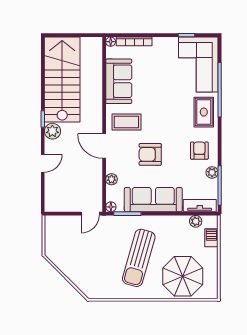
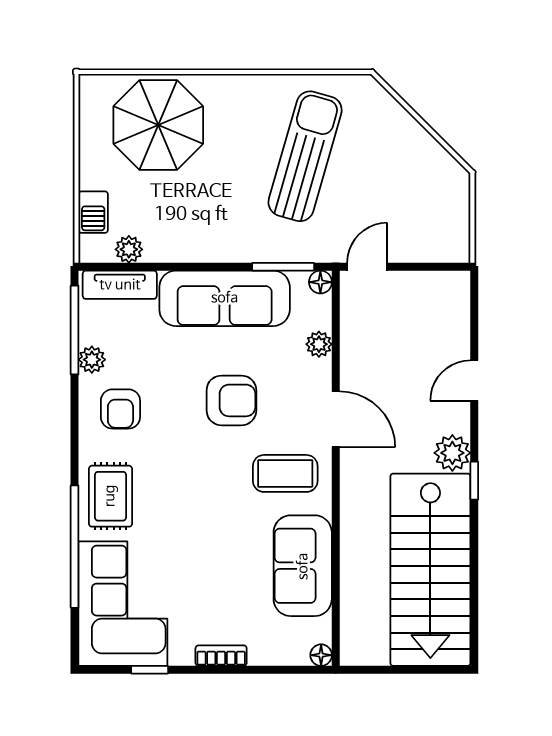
bookcase: (134, 41) -> (221, 656), moved, width x0.64
sun lounger: (139, 258) -> (305, 156), moved

